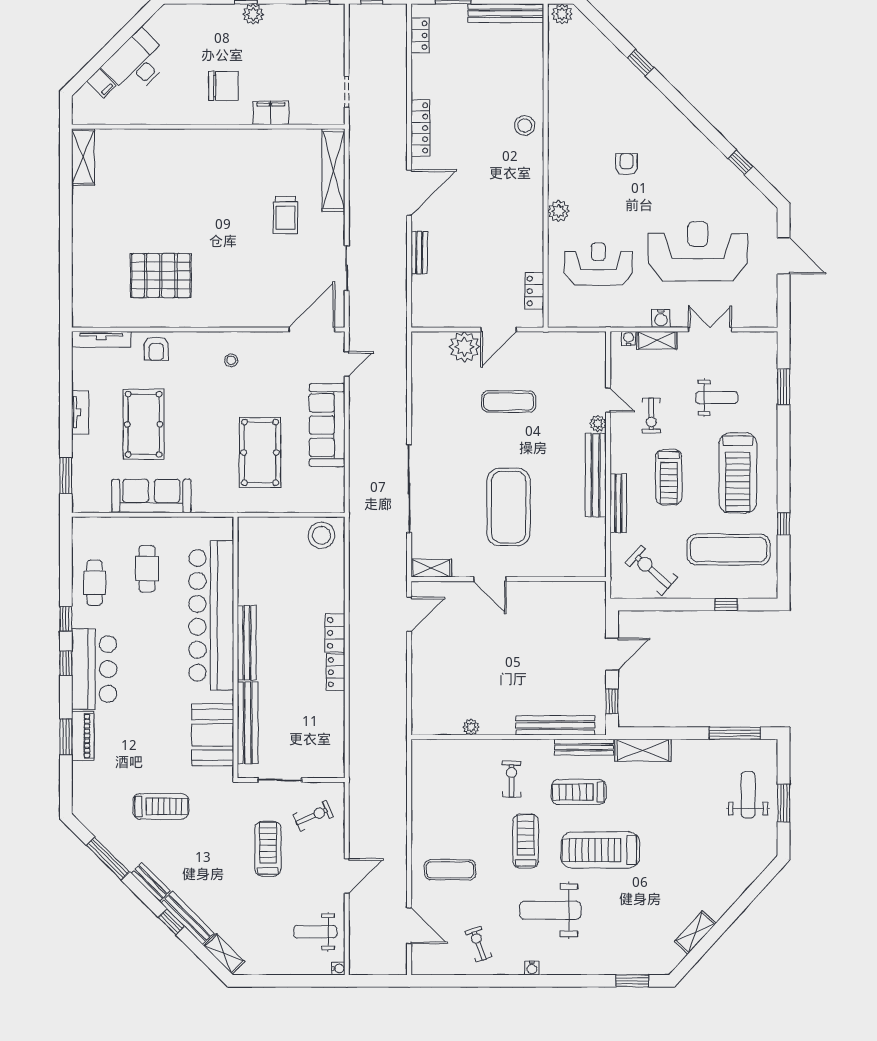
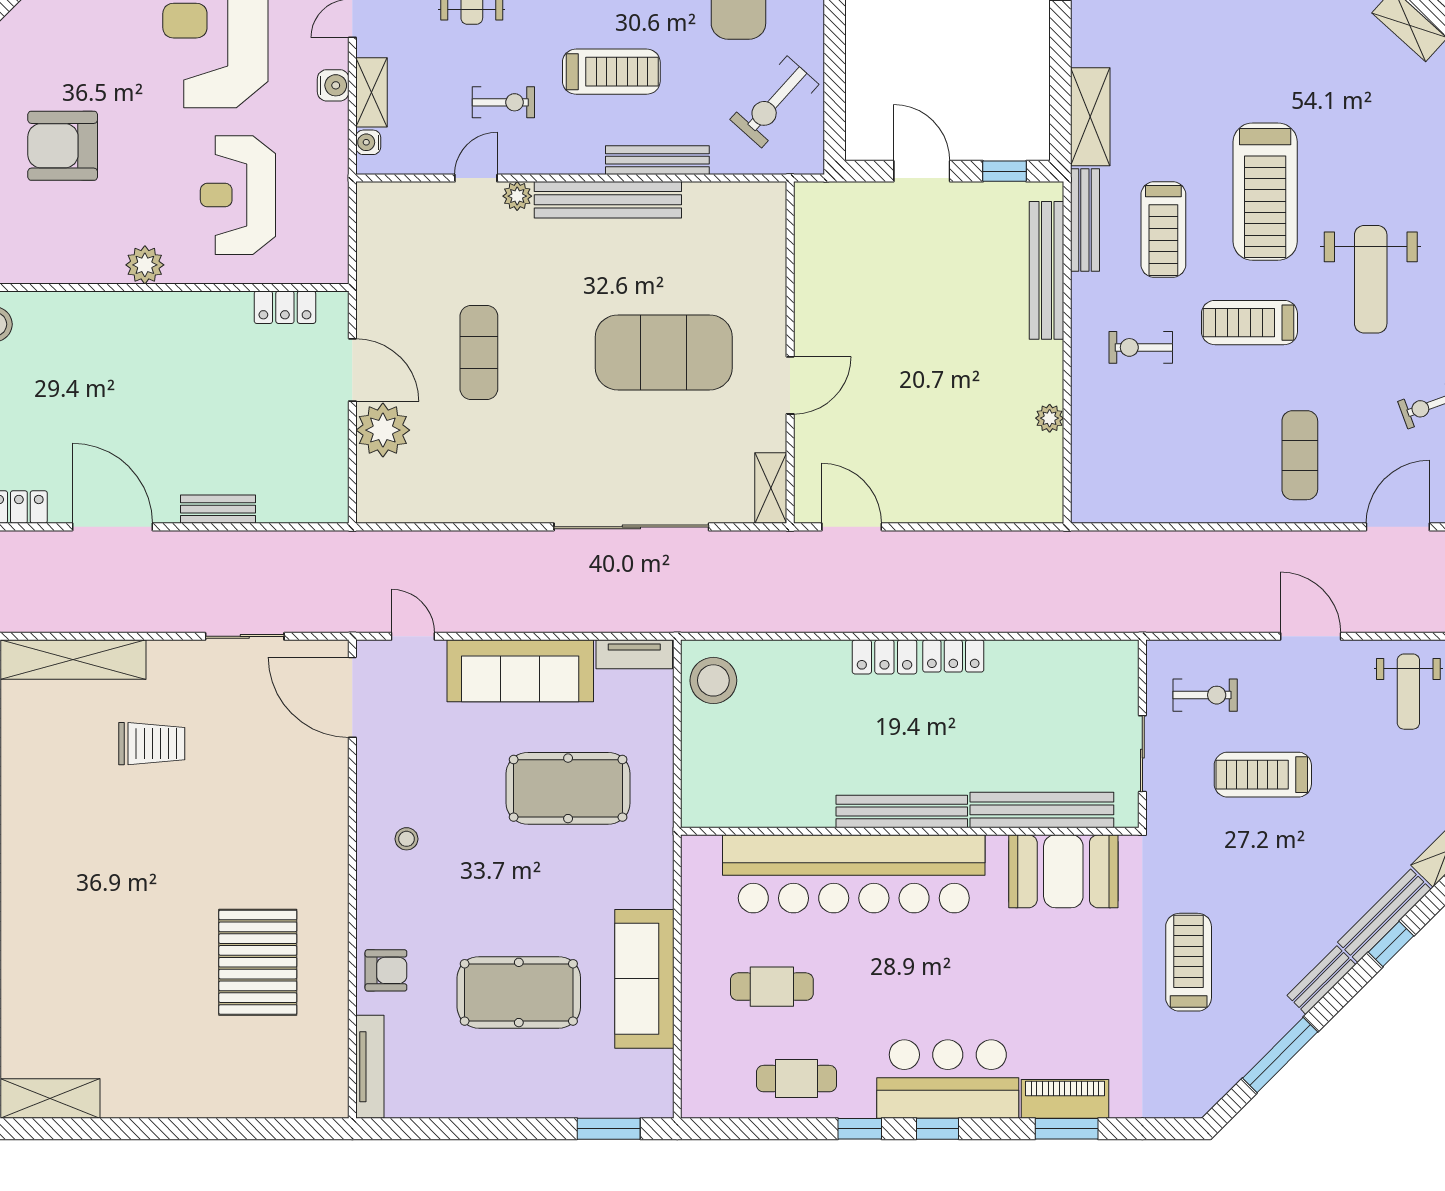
armchair: (626, 164) -> (63, 146), width x1.88, depth x1.88
tv unit: (80, 412) -> (634, 654), moved, turned 180
exercise bike: (313, 816) -> (1205, 695), turned 114

